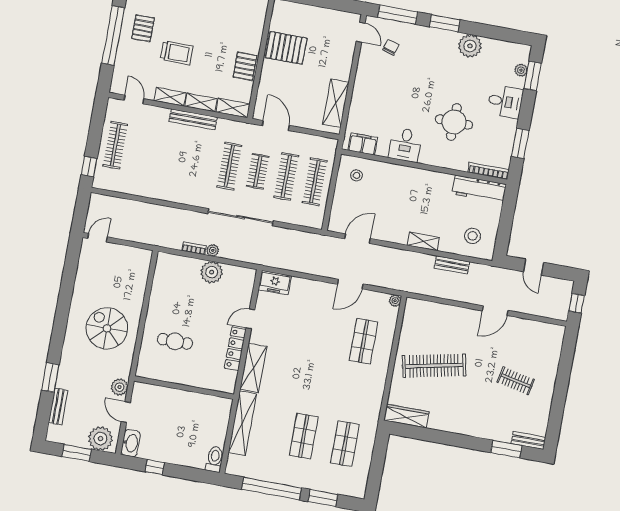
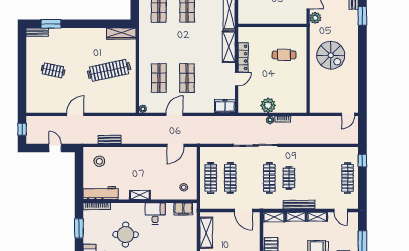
clothes rail: (258, 171) -> (289, 178), moved
shelving: (423, 241) -> (140, 195), moved
shop shelf: (323, 334) -> (187, 78), added

